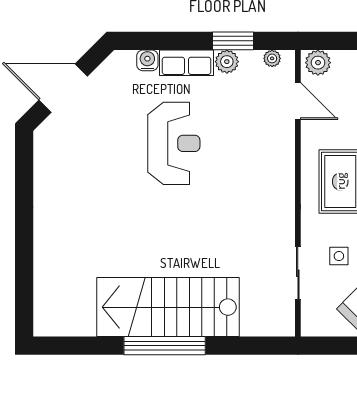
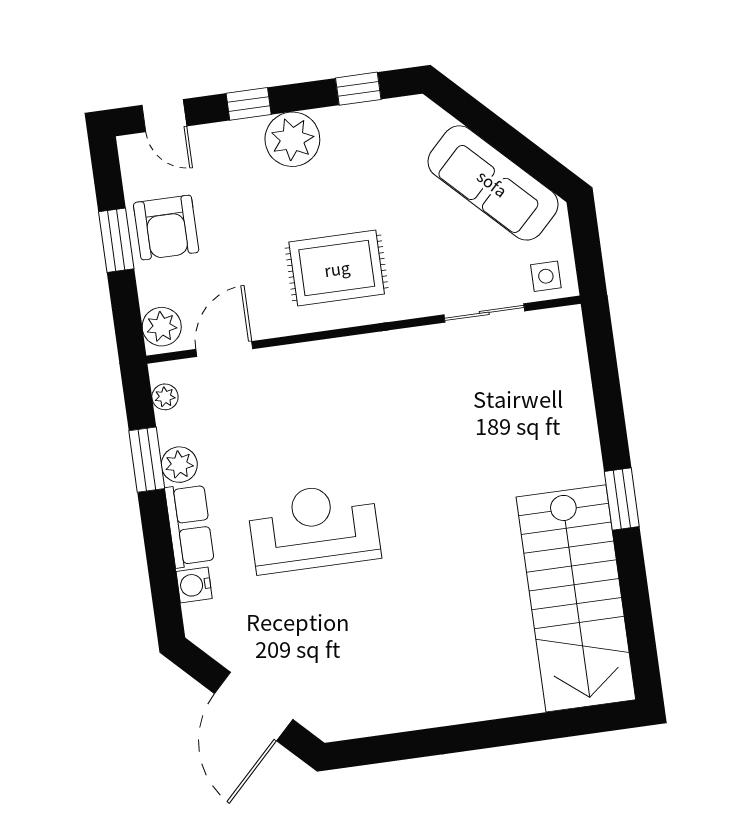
side table: (339, 256) -> (546, 276), moved
stairs: (168, 307) -> (576, 598), moved
window: (165, 346) -> (622, 499), width x0.47

